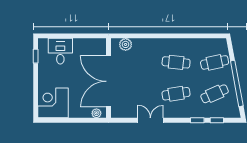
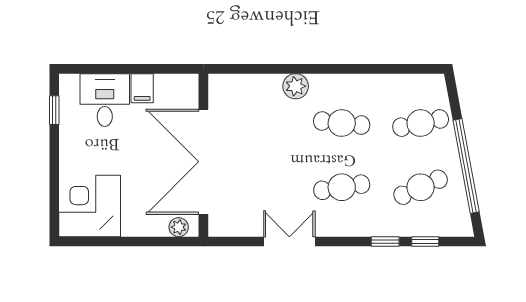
plant: (126, 44) -> (296, 86), moved
filing cabinet: (79, 45) -> (142, 88), added

